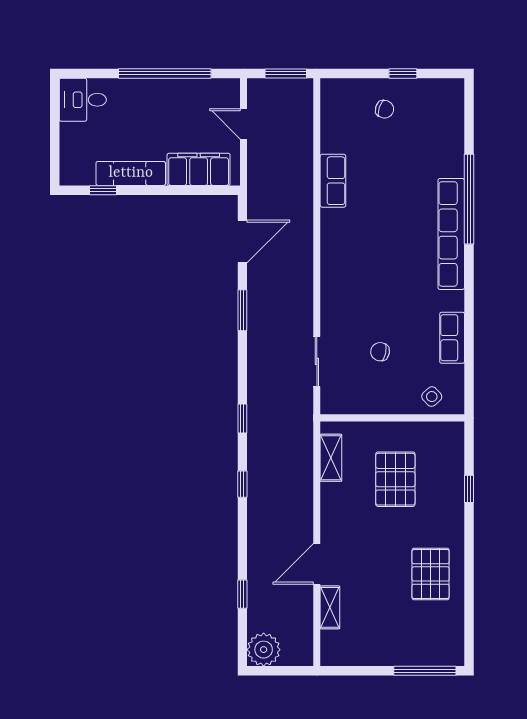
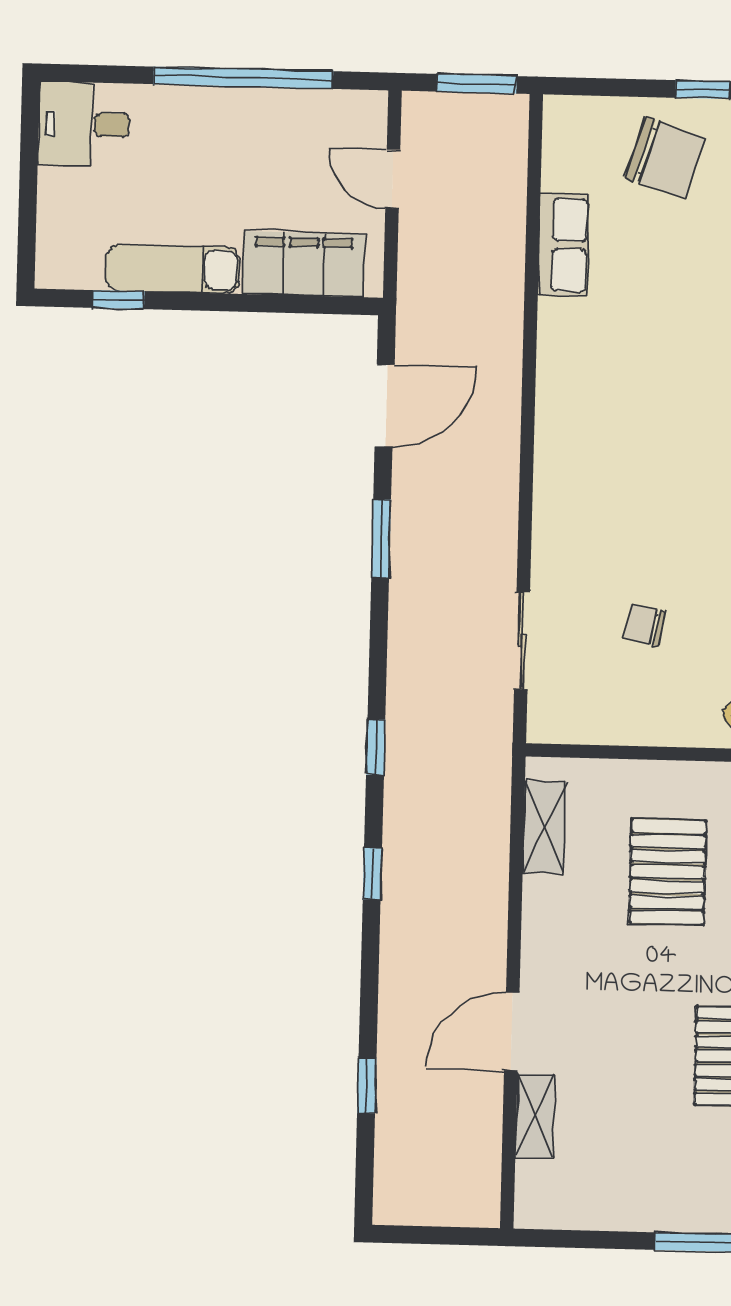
chair: (385, 109) -> (665, 158), width x1.87, depth x1.87
row of seats: (333, 181) -> (564, 245), moved
plant: (264, 650) -> (405, 1194), removed

